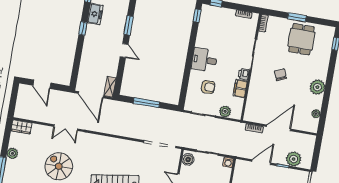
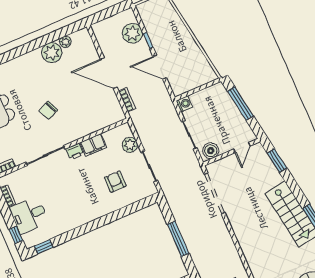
desk: (204, 60) -> (29, 215), moved, turned 90
plant: (317, 87) -> (52, 52), moved

